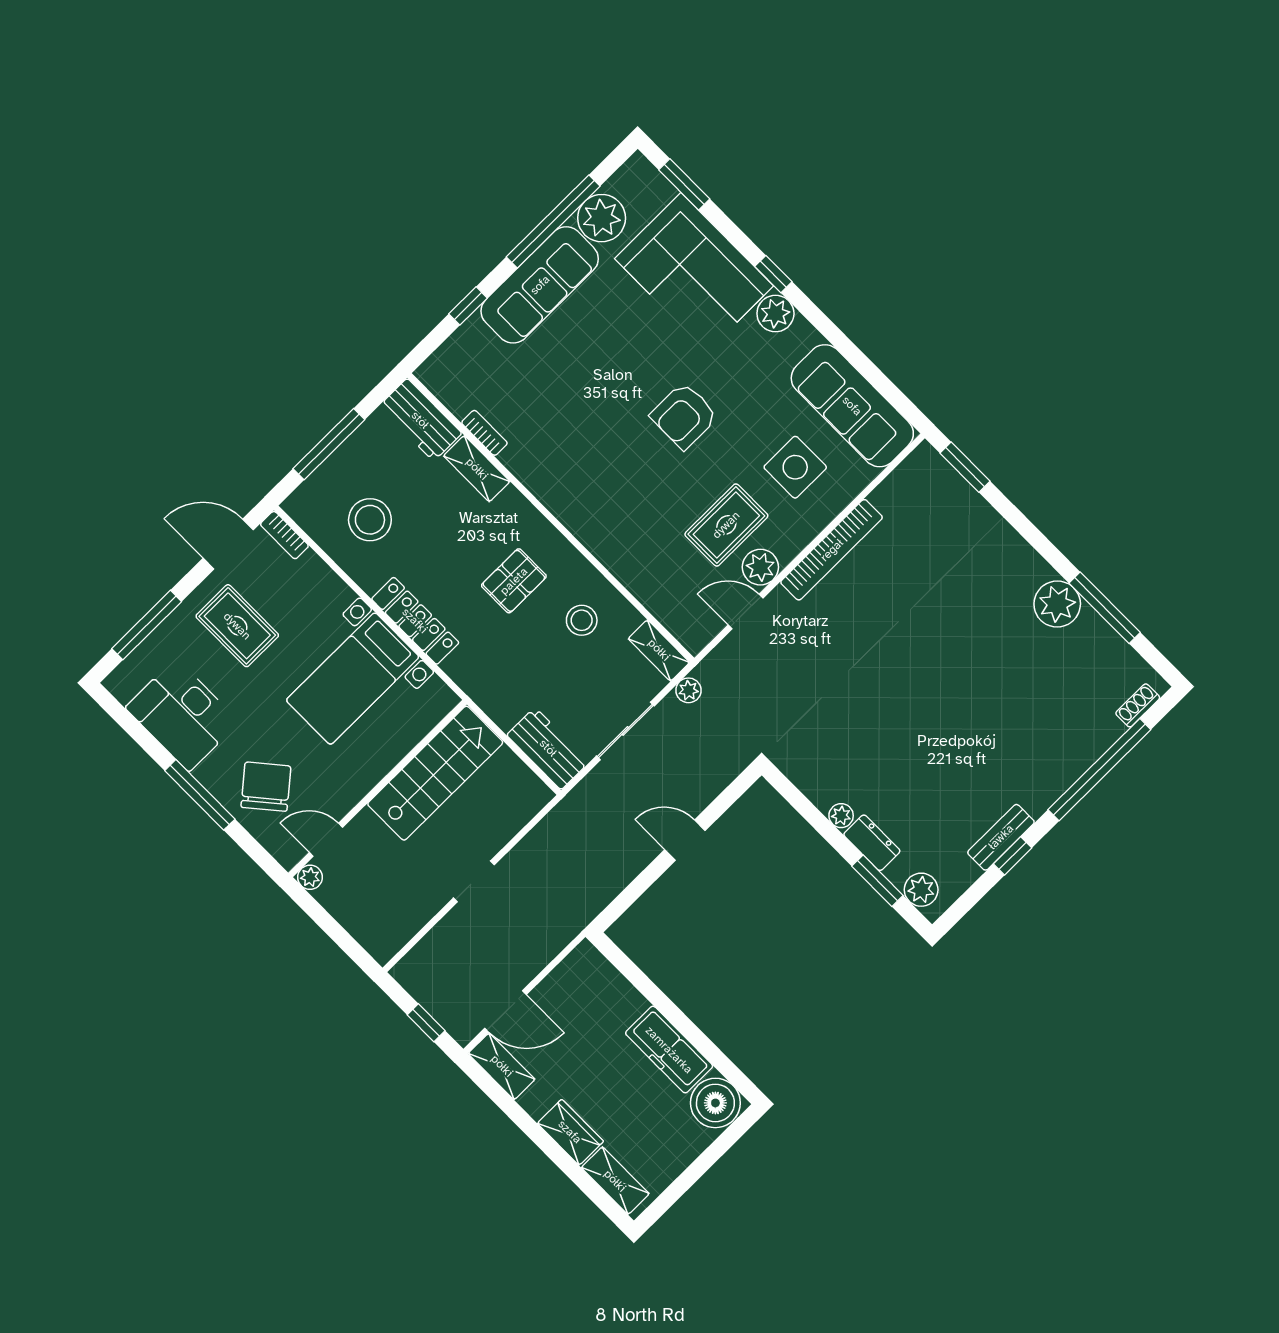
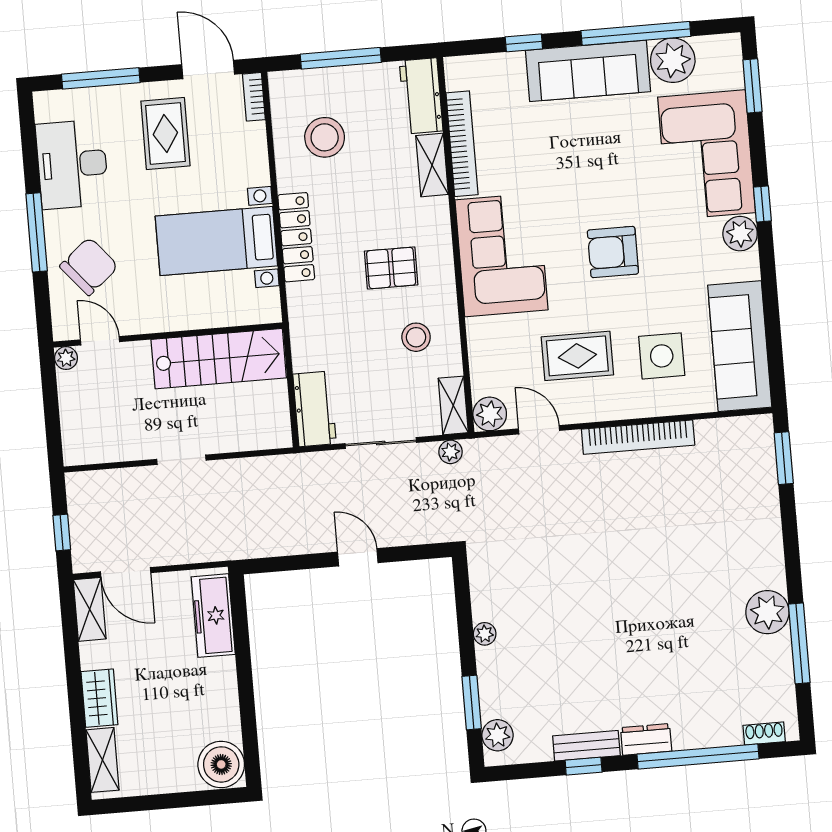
bookcase: (484, 433) -> (462, 144), width x2.31, depth x1.31
corner sofa: (595, 495) -> (501, 255), added
plant: (760, 567) -> (490, 414), moved
dresser: (872, 843) -> (646, 739), moved, turned -90
freezer: (669, 1050) -> (213, 616), moved

